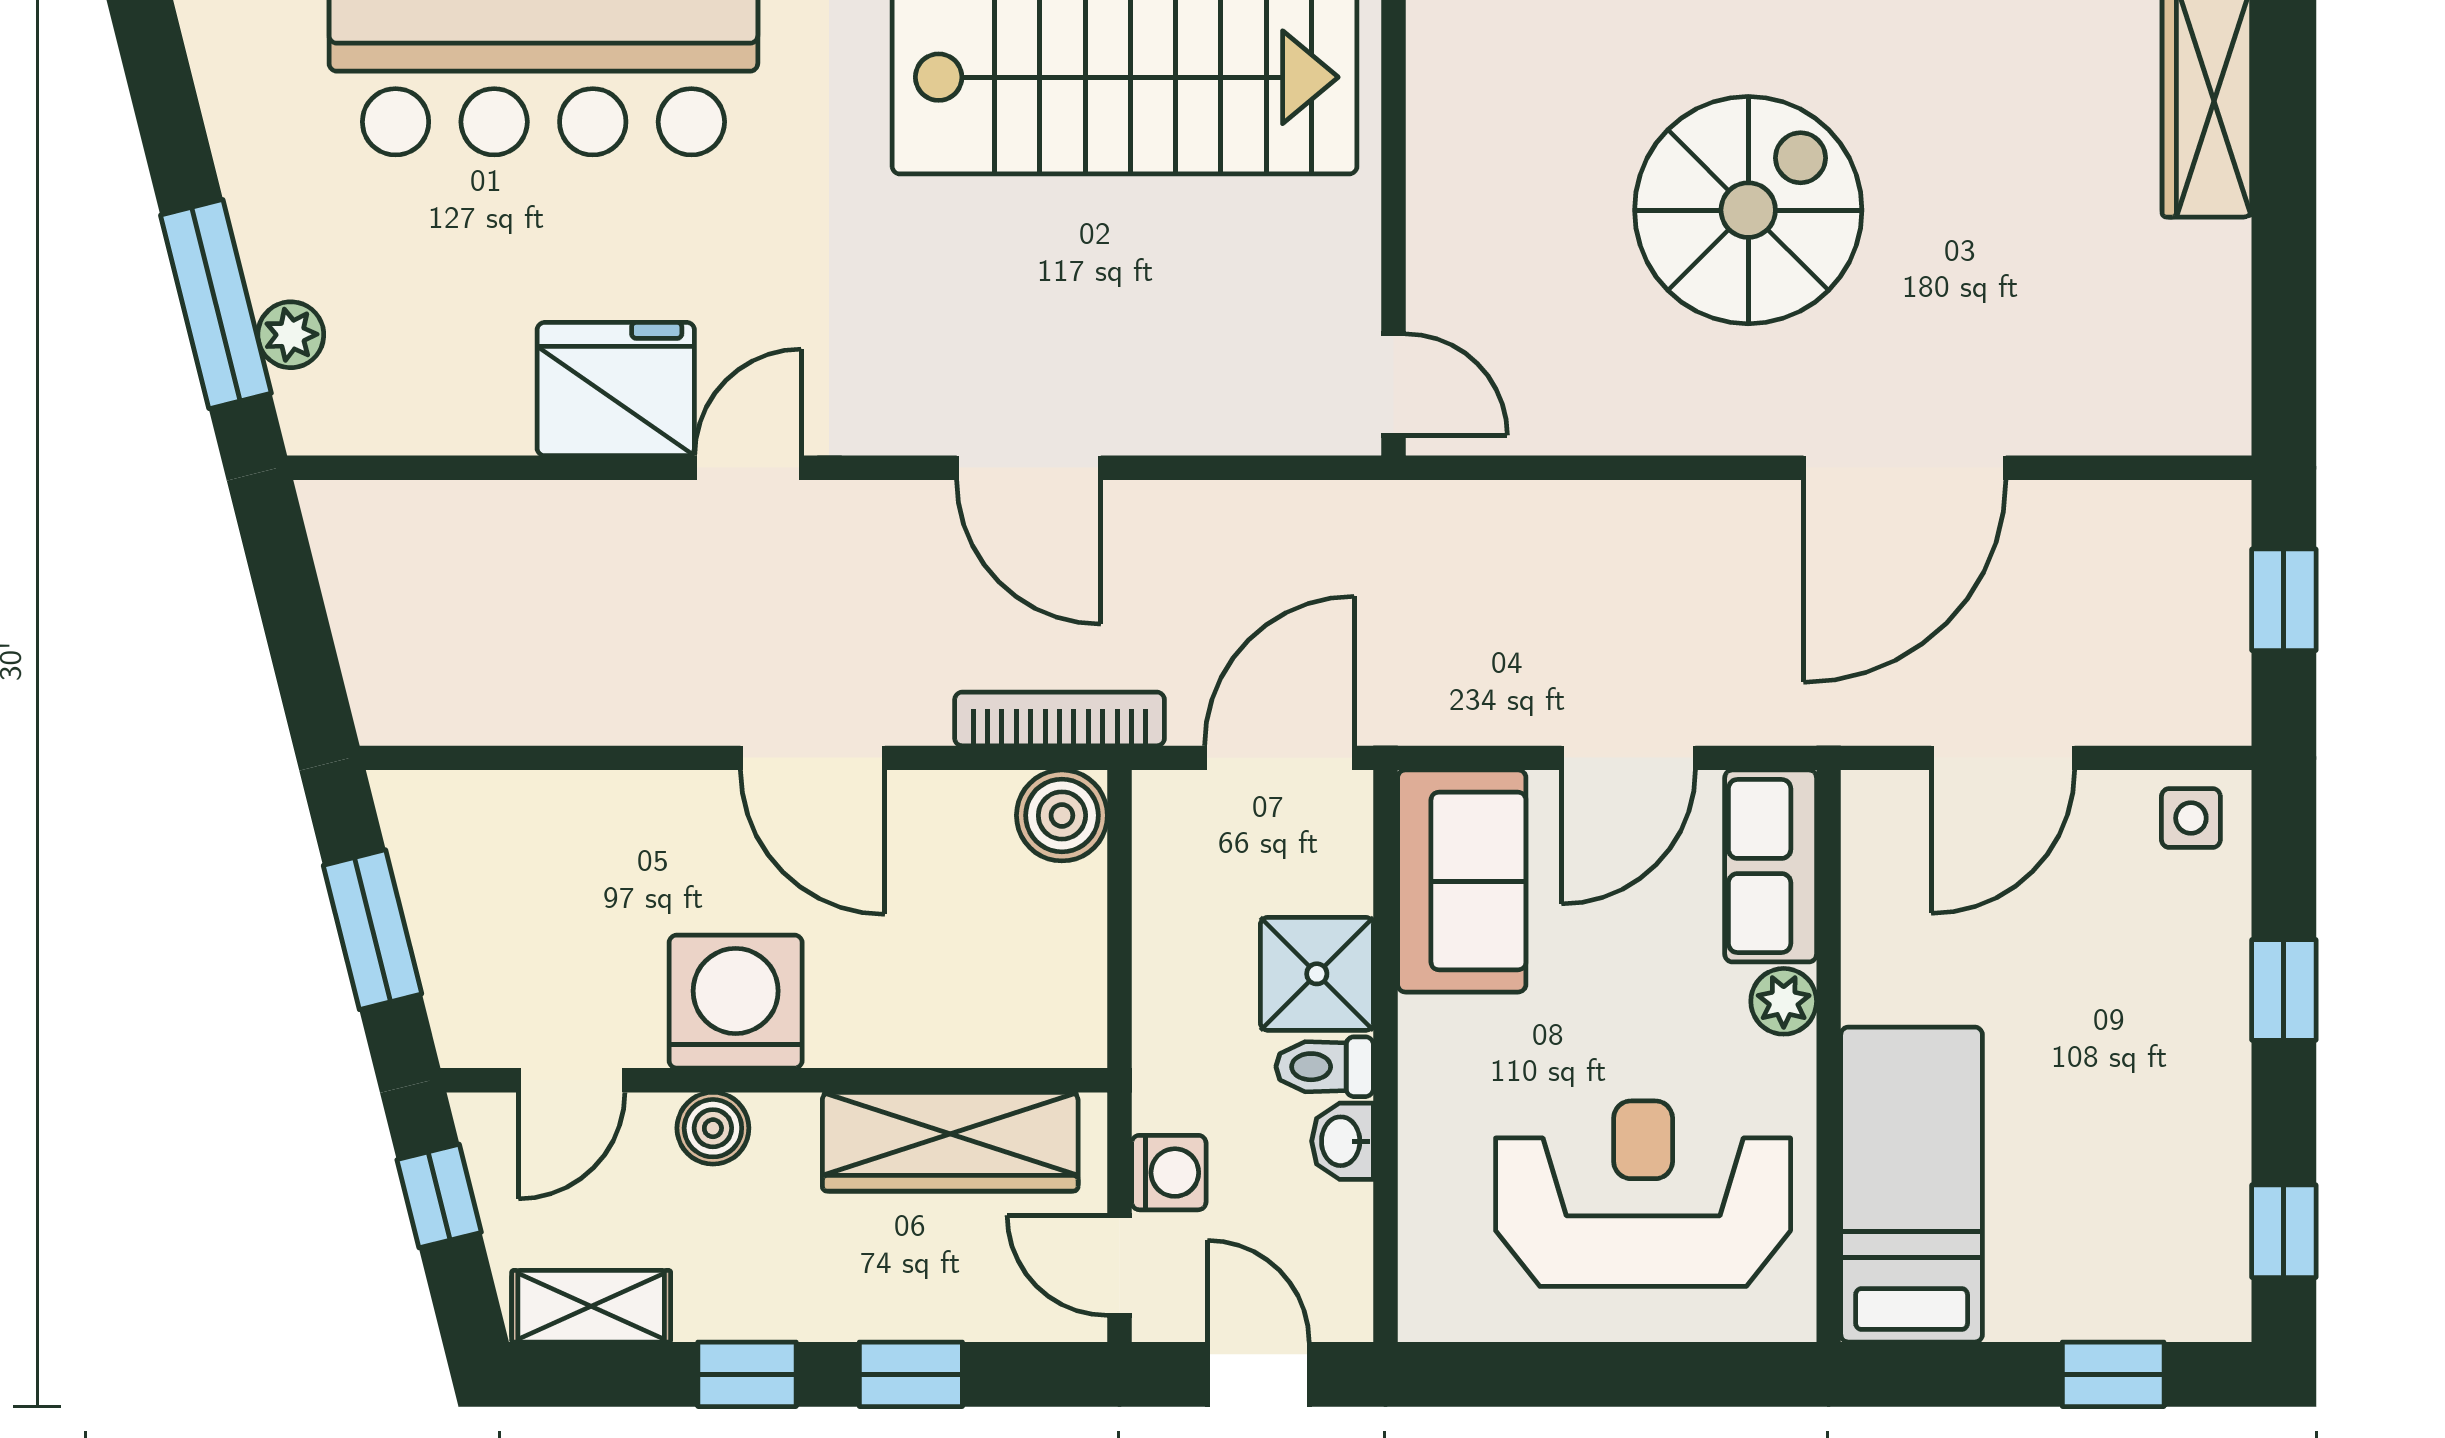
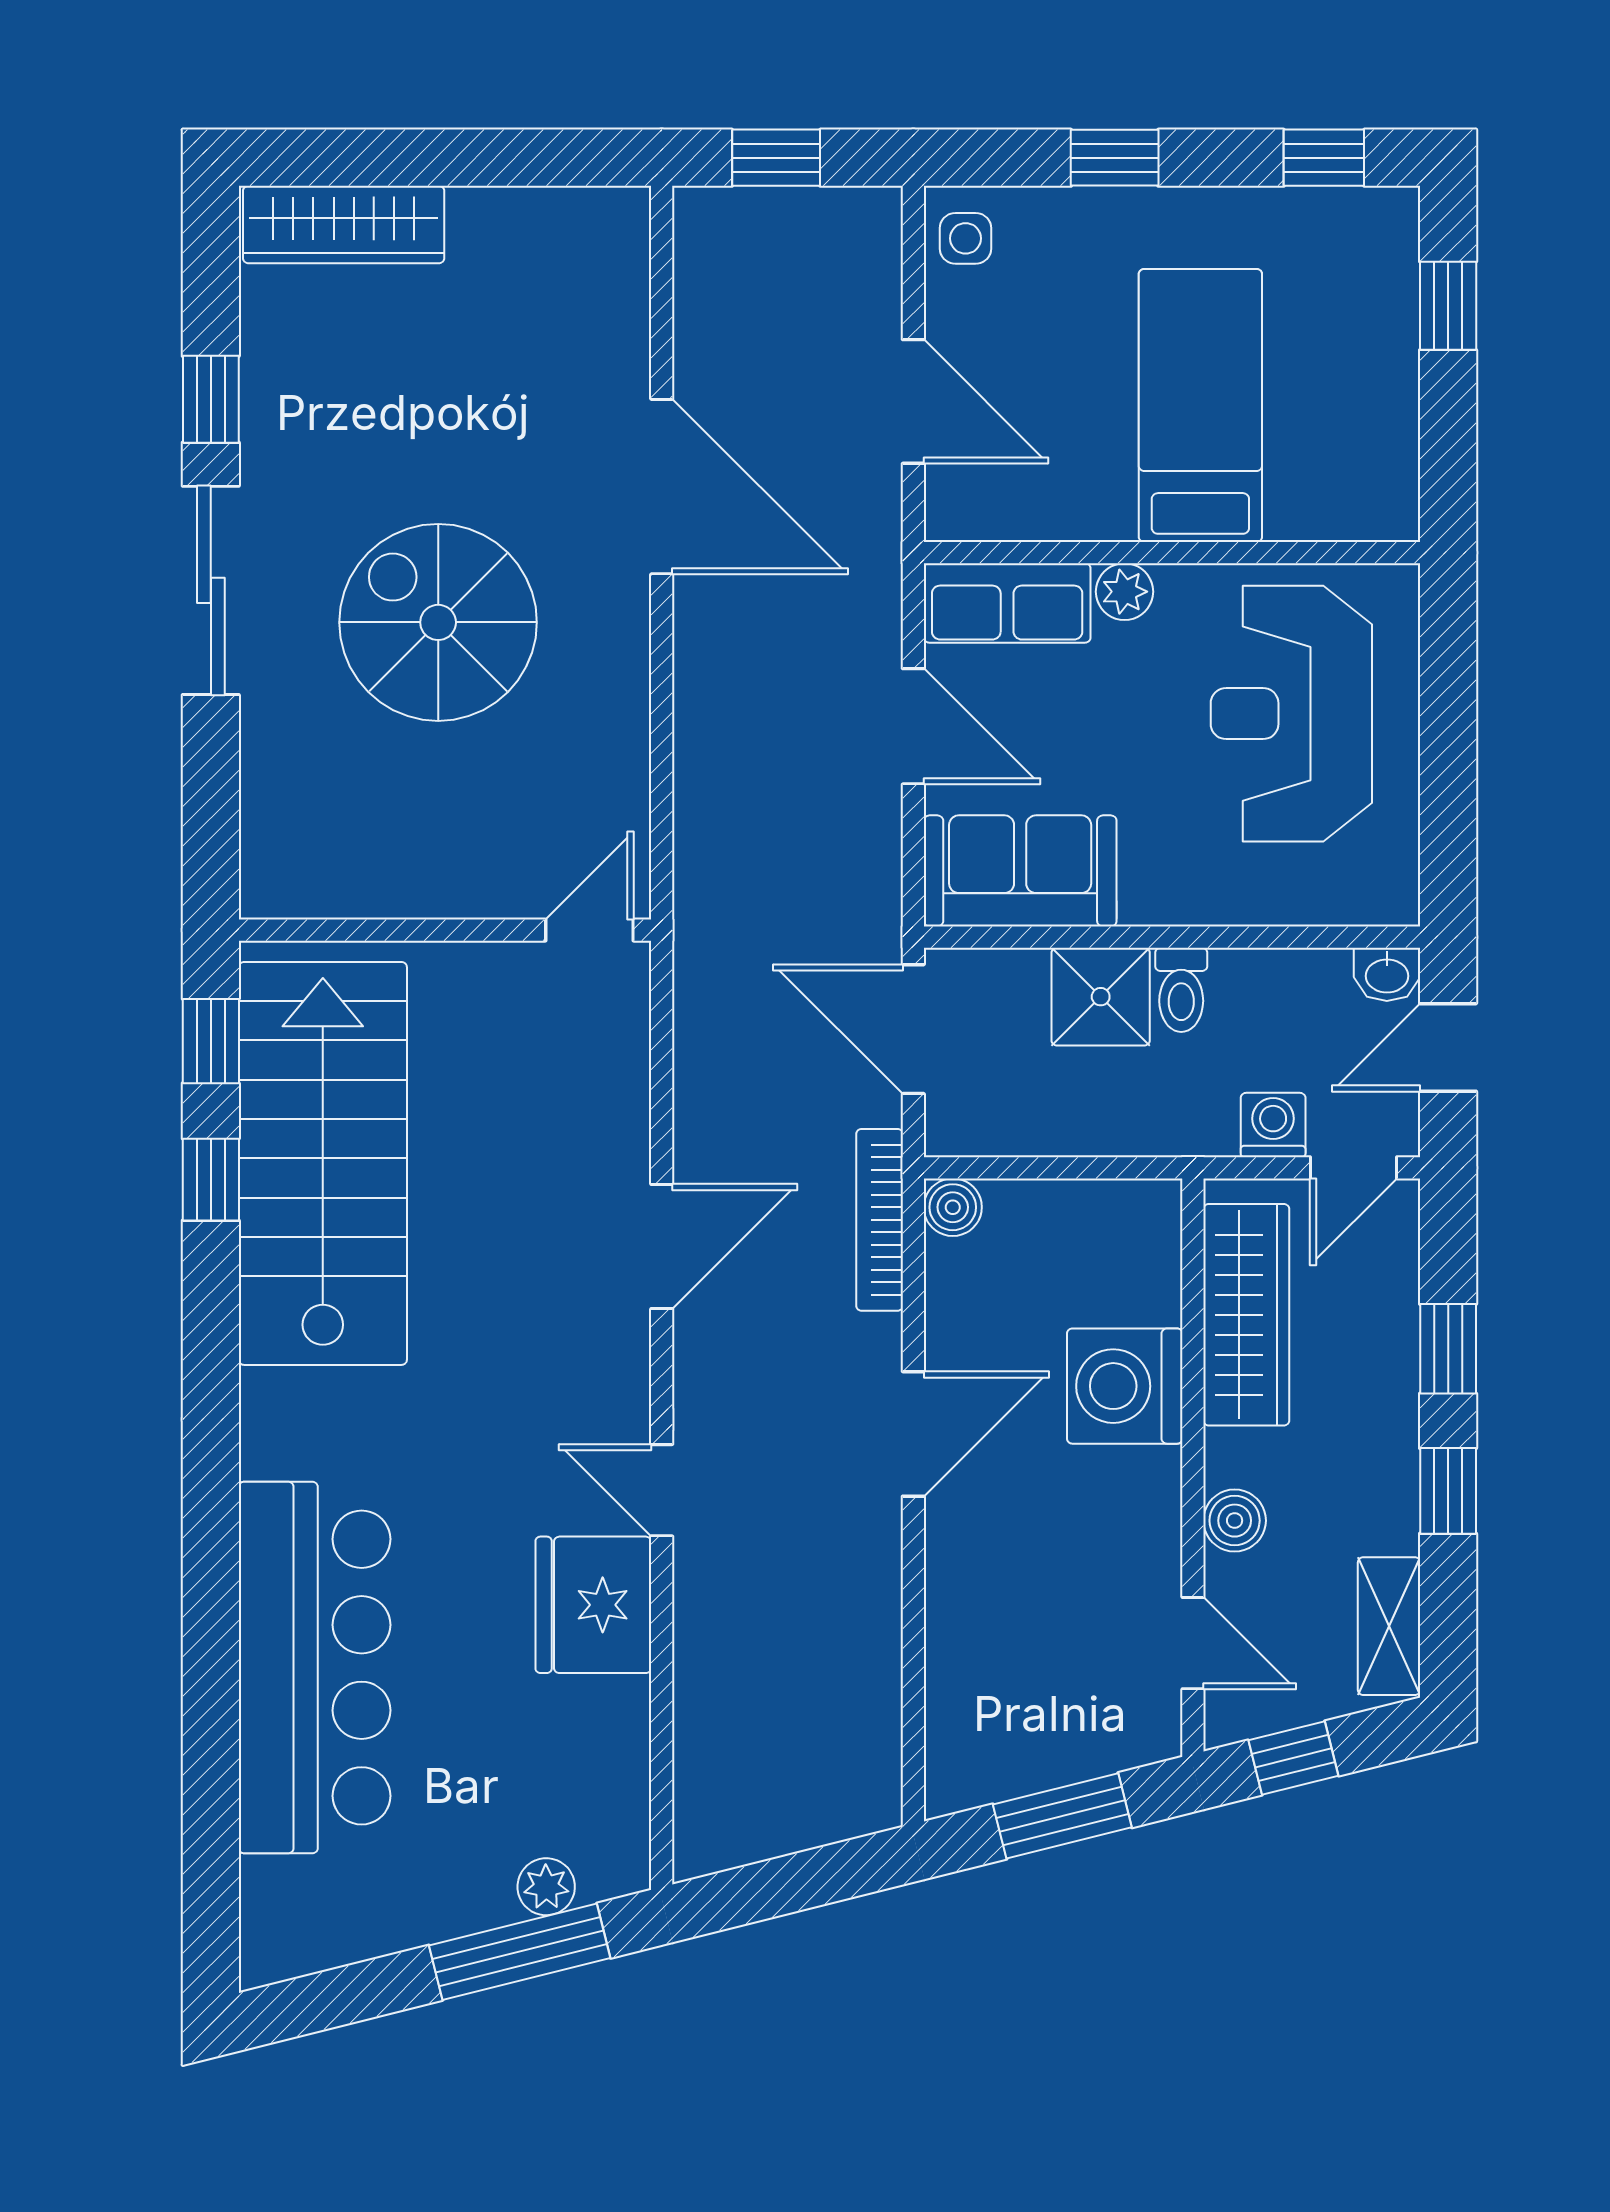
boiler: (1062, 815) -> (953, 1207), width x0.73, depth x0.73
washing machine: (736, 1002) -> (1125, 1386), moved
washbasin: (1342, 1141) -> (1387, 974), moved
bed: (1912, 1185) -> (1200, 406), moved, turned 90

